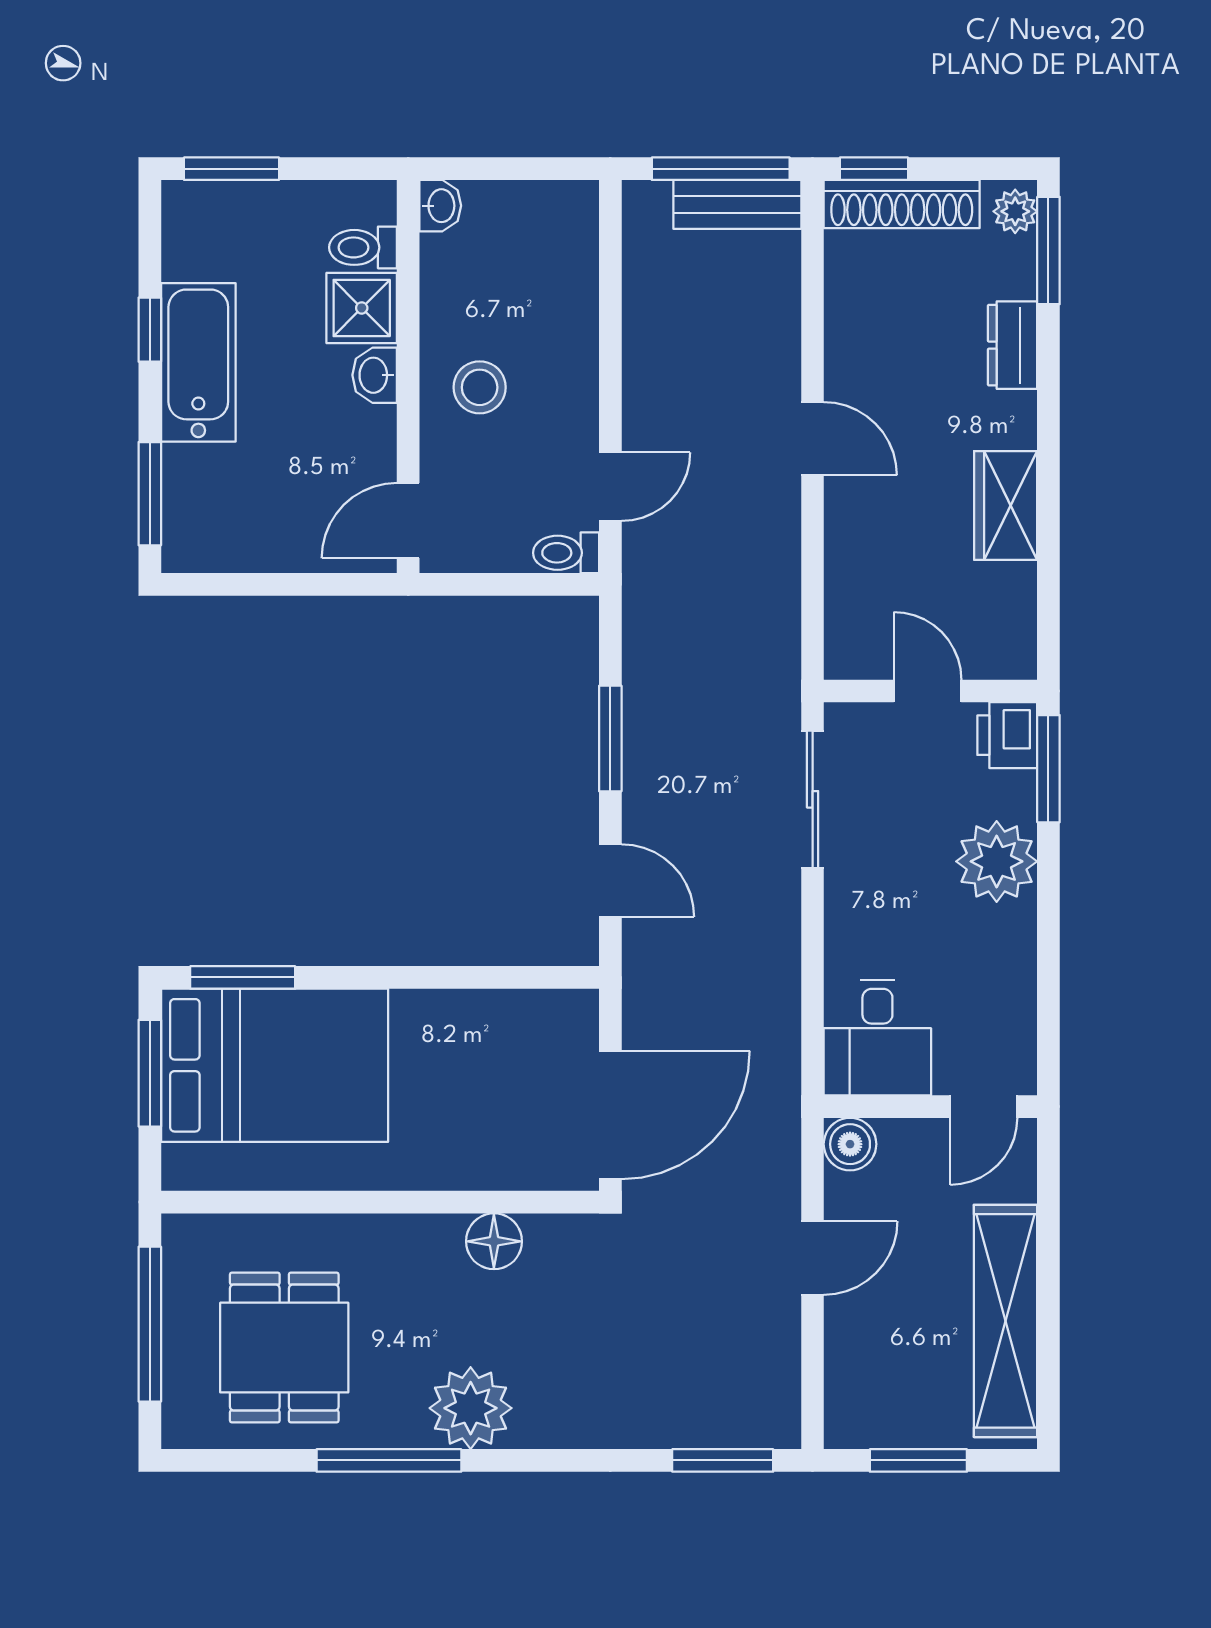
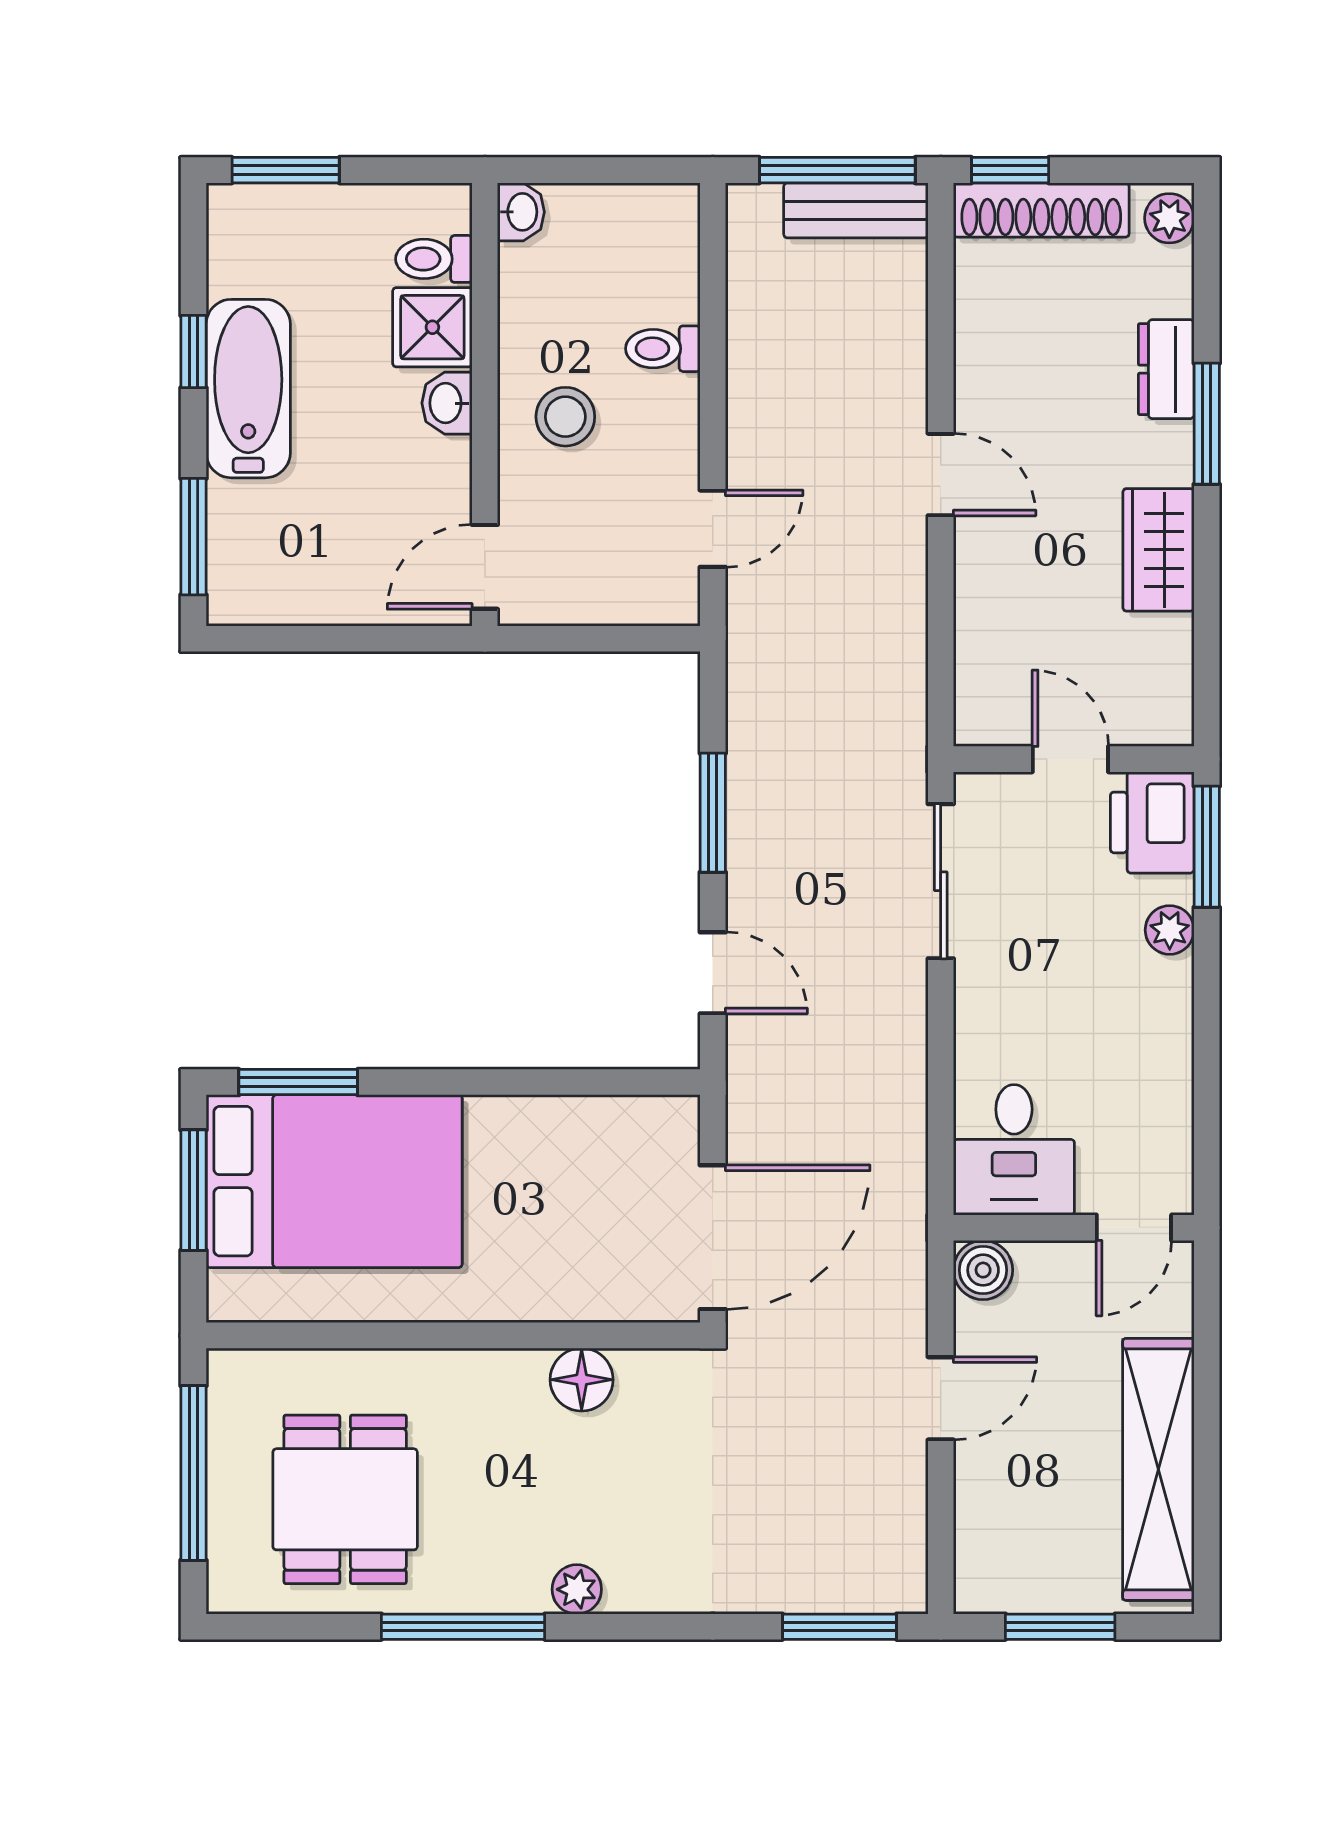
window: (1048, 251) -> (1207, 424), moved
toilet: (566, 553) -> (663, 349), moved
printer: (1007, 735) -> (1152, 822), width x1.36, depth x1.24
plant: (997, 861) -> (1170, 930), width x0.53, depth x0.53
plant: (471, 1408) -> (577, 1589), width x0.53, depth x0.53

